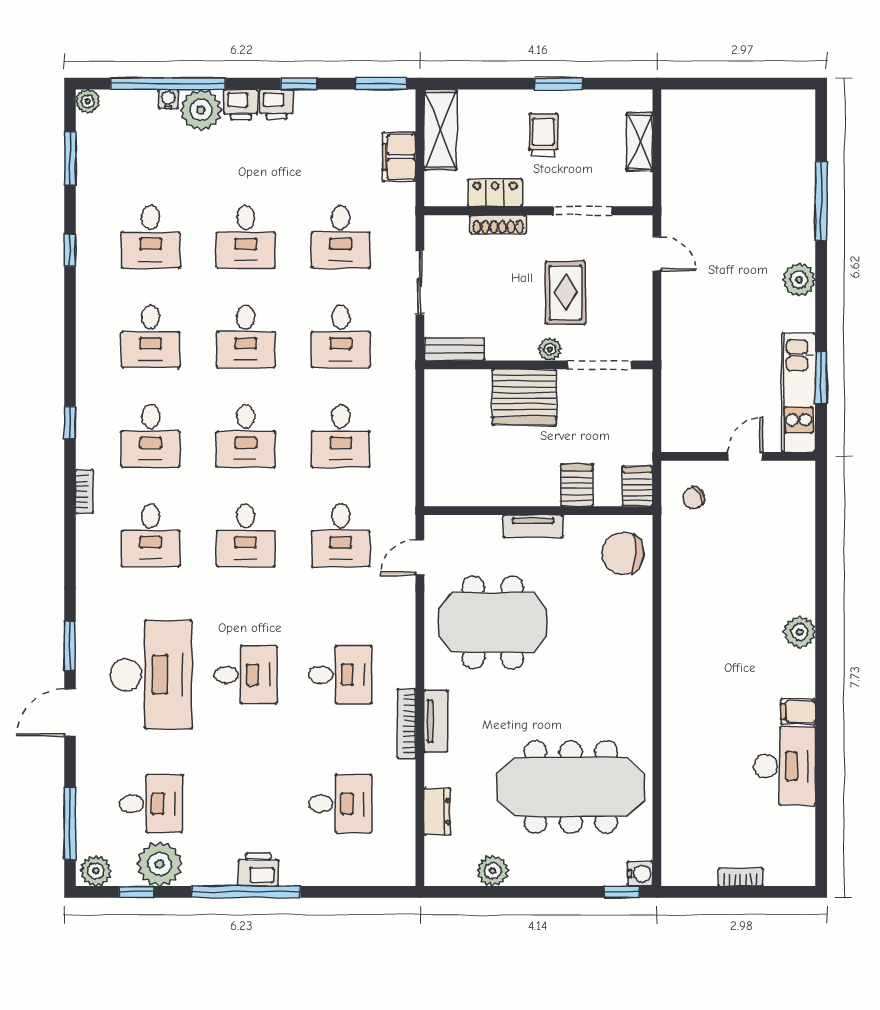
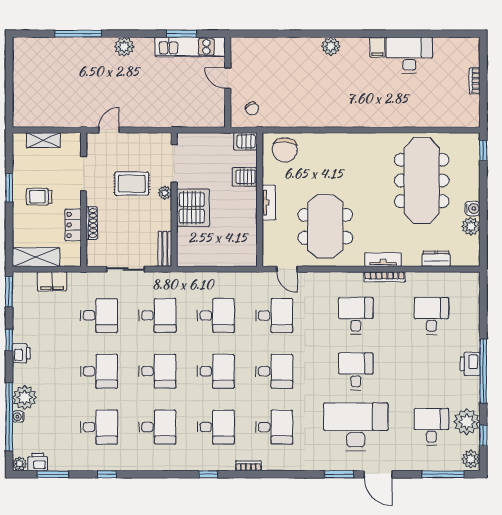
printer: (241, 105) -> (38, 462), moved, turned -90
water cooler: (640, 874) -> (473, 209), moved, turned 90

